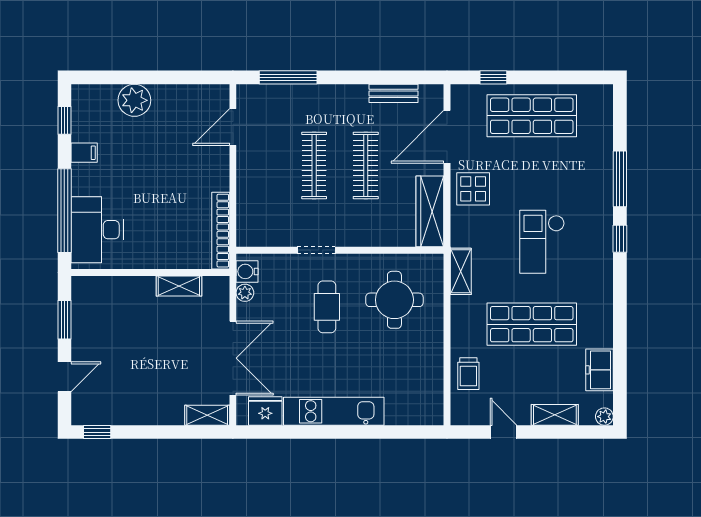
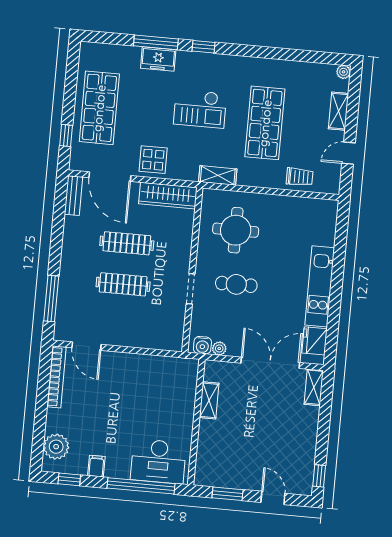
bench: (393, 93) -> (73, 196), moved
plant: (134, 100) -> (56, 447), moved
bookcase: (221, 231) -> (56, 377), moved, turned -90
freezer: (599, 370) -> (158, 59), moved

